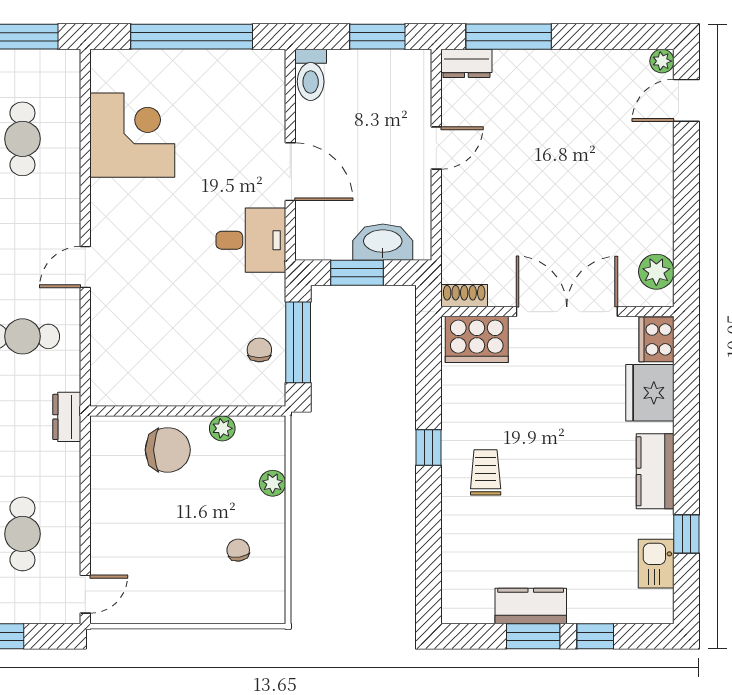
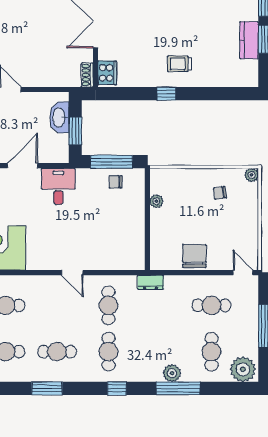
cooker: (477, 339) -> (107, 73), width x0.73, depth x0.76
chair: (168, 450) -> (194, 256), moved
plant: (273, 483) -> (251, 175), moved

